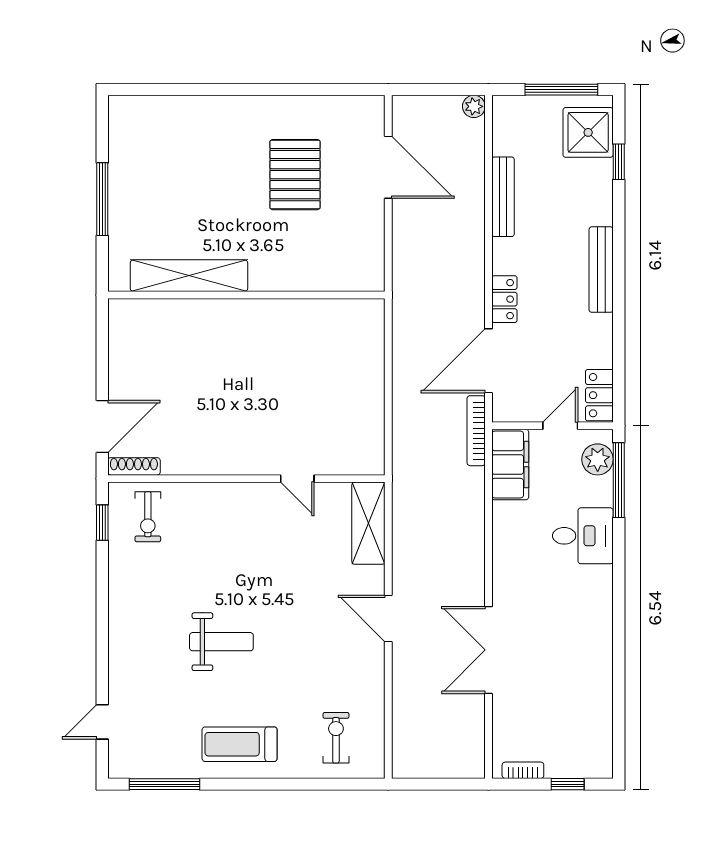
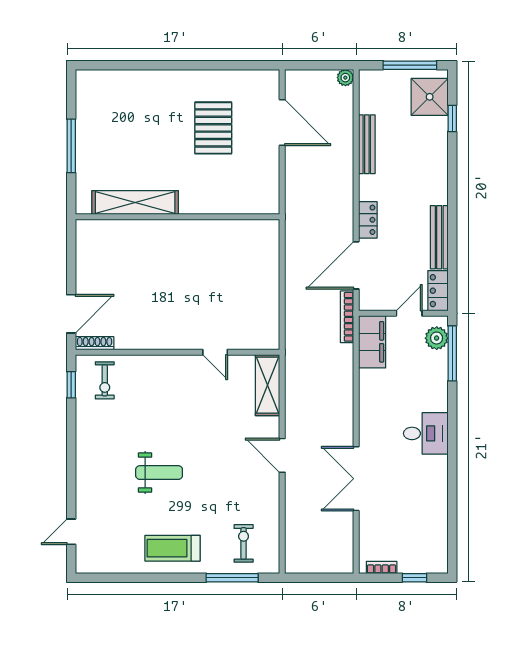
bench: (601, 270) -> (439, 237), moved
desk: (583, 536) -> (426, 433), moved
window: (165, 784) -> (232, 578), moved

